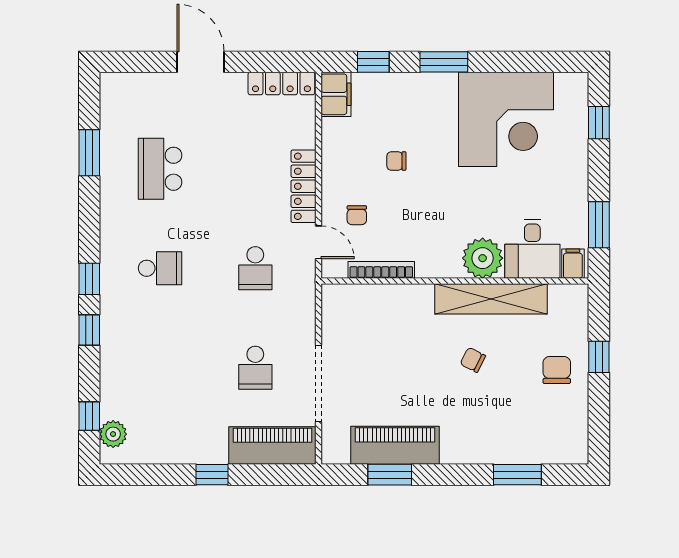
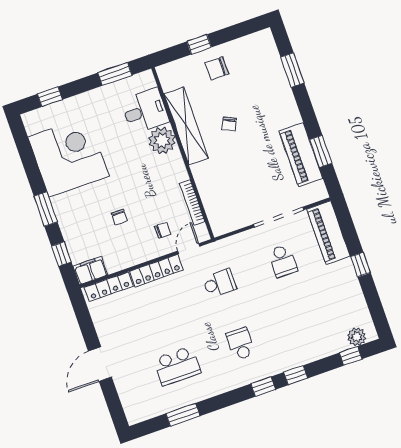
locker: (281, 83) -> (109, 287), moved, turned 90
filing cabinet: (573, 264) -> (145, 82), removed
school desk: (255, 368) -> (283, 261), turned 90

